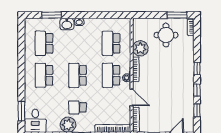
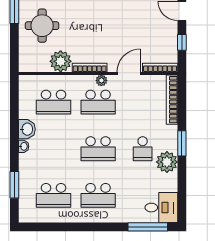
washbasin: (67, 24) -> (27, 129), moved
window: (21, 111) -> (148, 227), width x1.44

